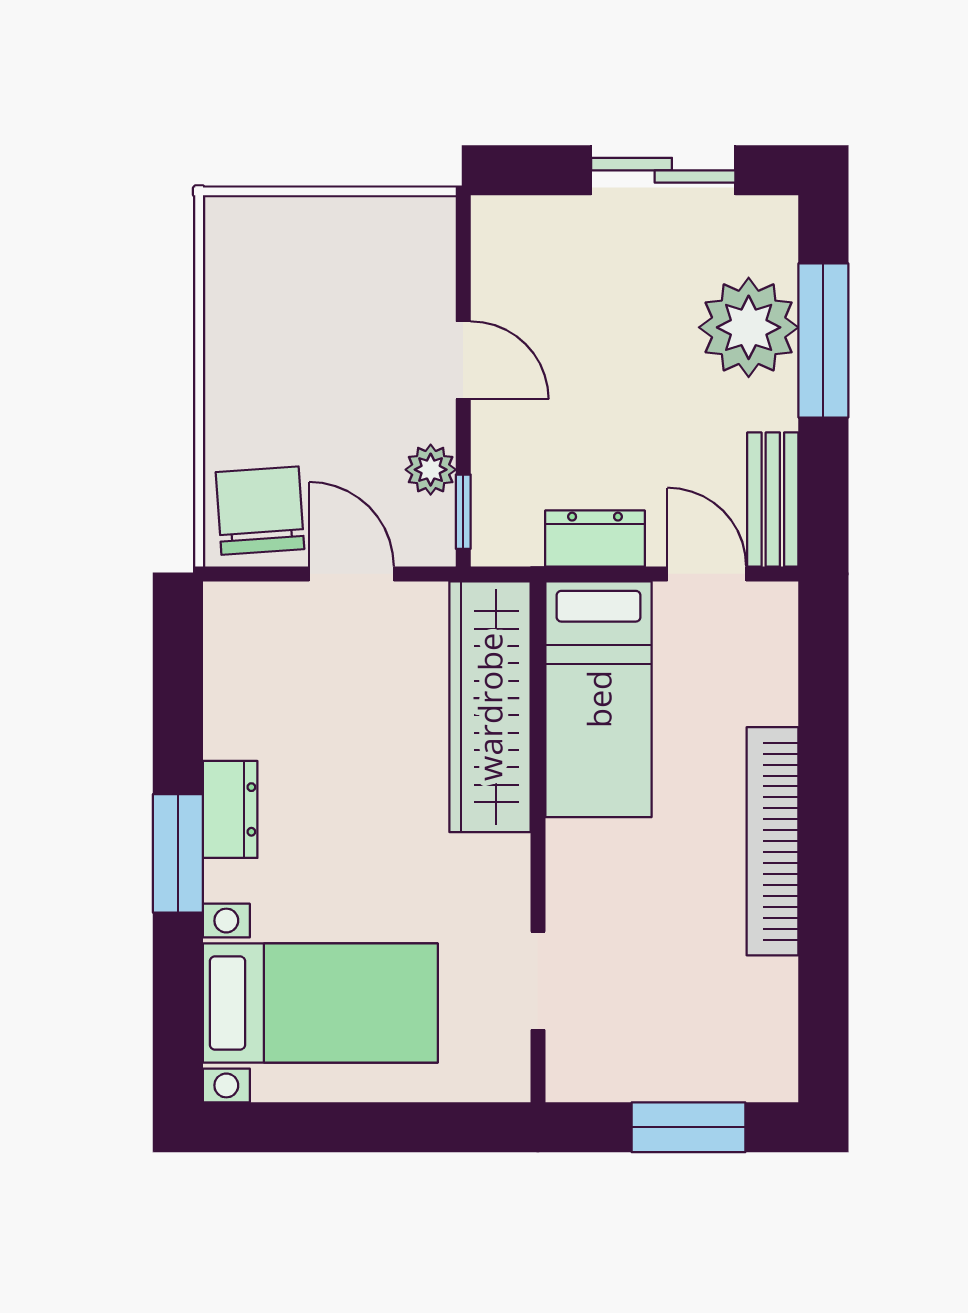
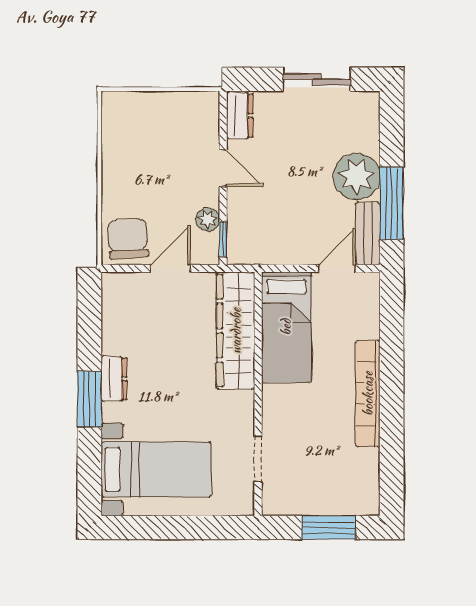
plant: (749, 327) -> (357, 176), moved
window: (823, 340) -> (392, 203), moved
dresser: (595, 538) -> (240, 116), moved, turned 90
door: (351, 574) -> (171, 268), hinge flipped
door: (707, 574) -> (337, 268), hinge flipped

